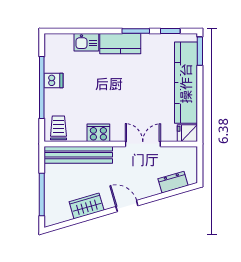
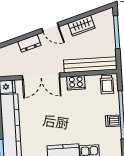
double door: (143, 144) -> (41, 76), width x1.37
dresser: (173, 182) -> (29, 43), moved

